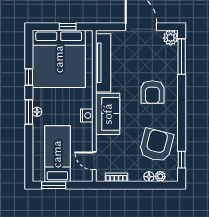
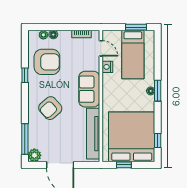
window: (29, 77) -> (158, 141), moved
armchair: (152, 92) -> (50, 108), turned -132
nightstand: (87, 115) -> (107, 67), moved
armchair: (156, 145) -> (47, 62), turned -104
window: (182, 160) -> (25, 75), moved

